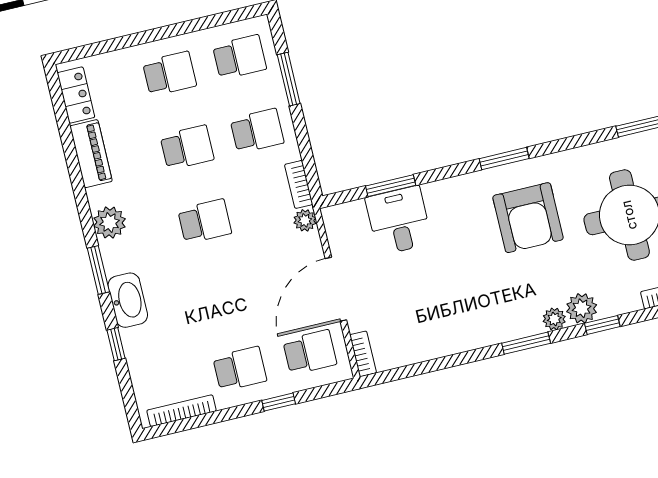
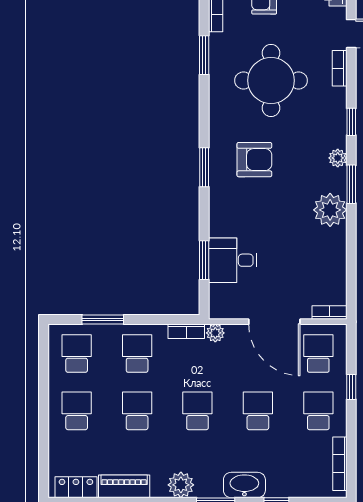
armchair: (528, 218) -> (254, 160), width x0.73, depth x0.73
school desk: (222, 295) -> (258, 411), added
plant: (582, 308) -> (330, 210), moved, width x1.36, depth x1.36

